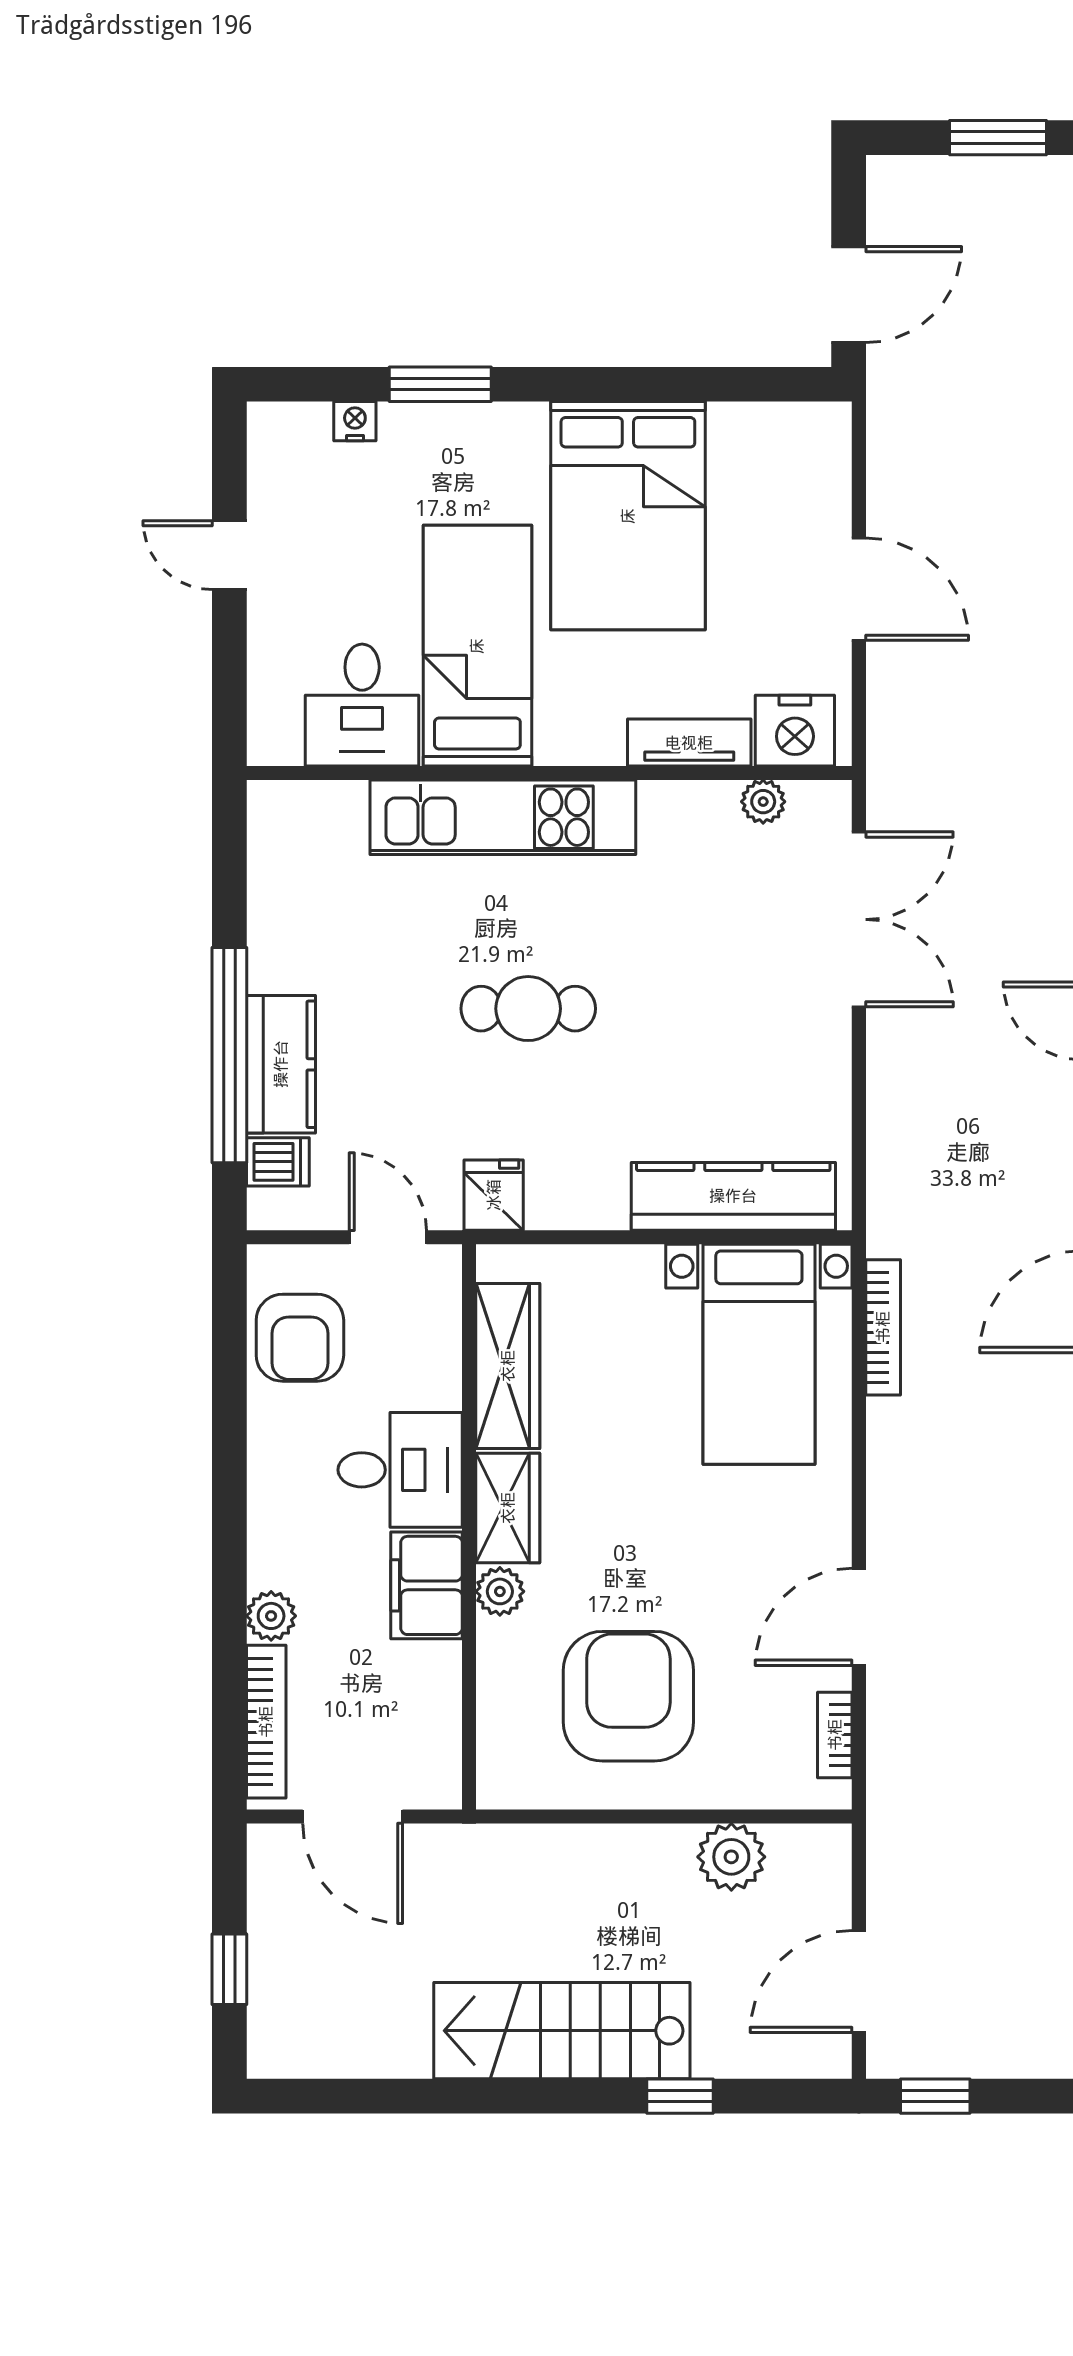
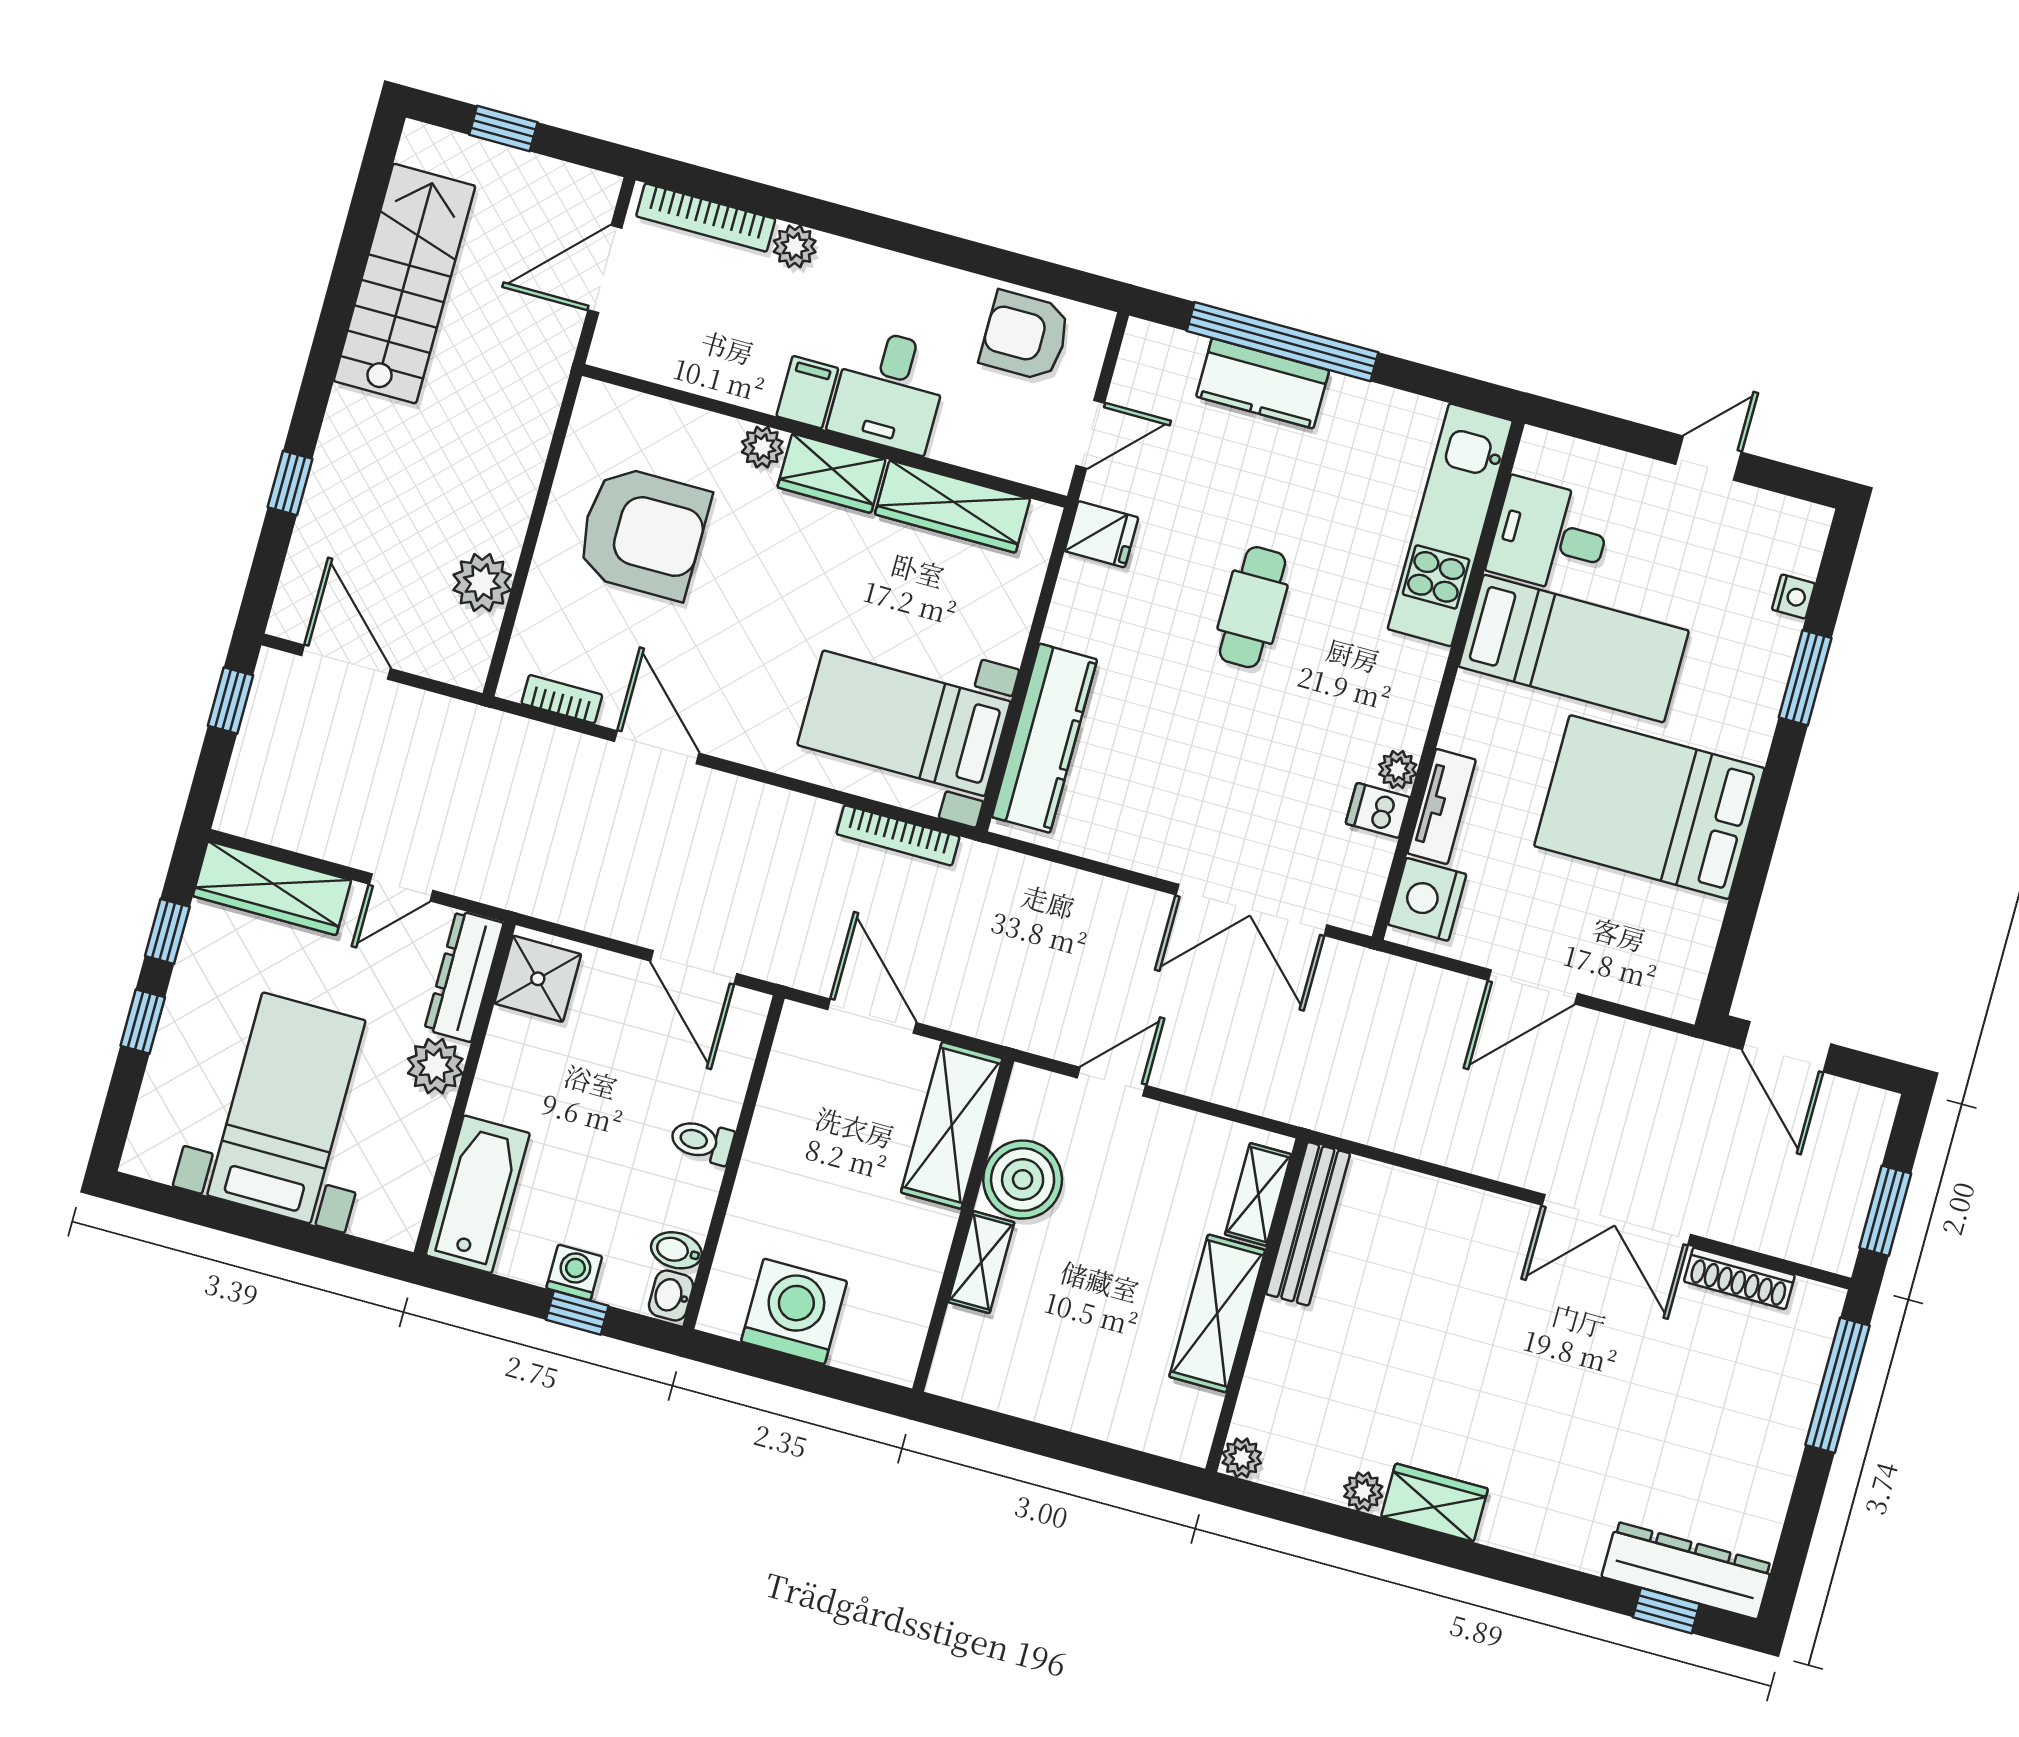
plant: (763, 802) -> (1398, 769), moved
kitchen unit: (503, 817) -> (1450, 525), moved
dishwasher: (278, 1162) -> (1378, 810), moved, turned 90
filing cabinet: (426, 1585) -> (807, 392), width x0.50
stairs: (562, 2031) -> (405, 284), moved

